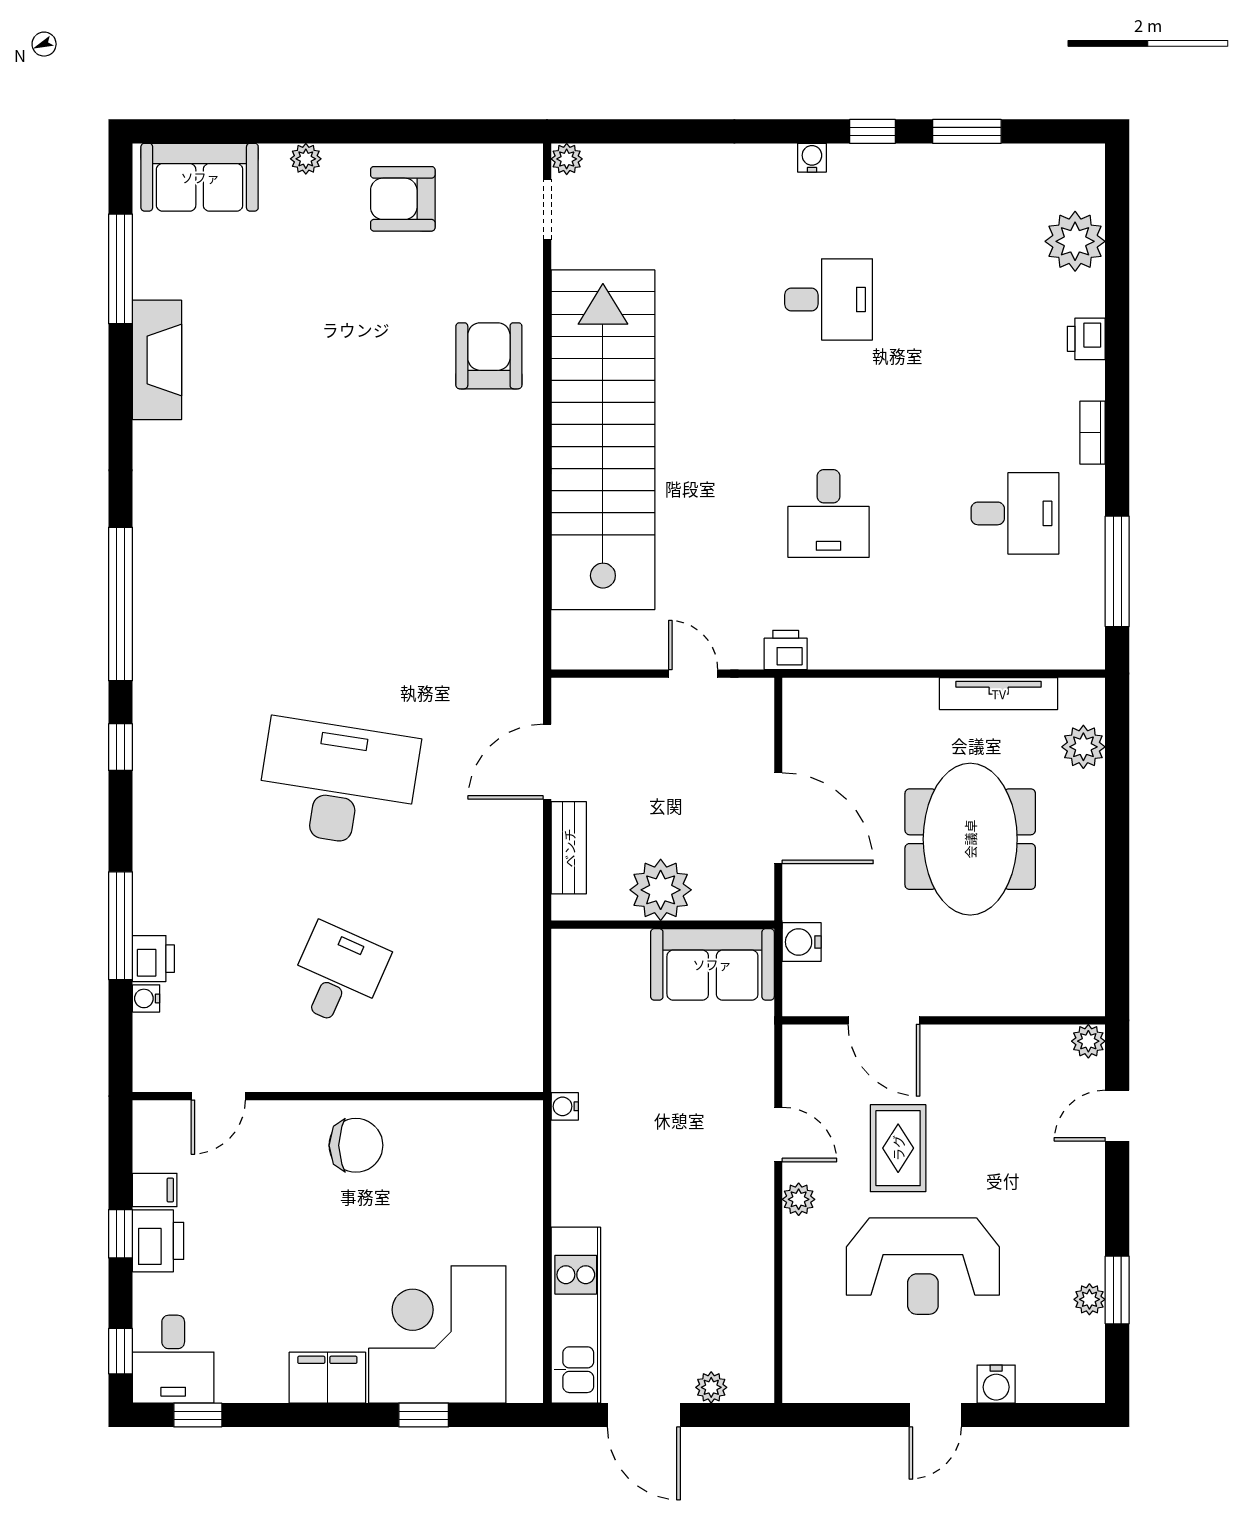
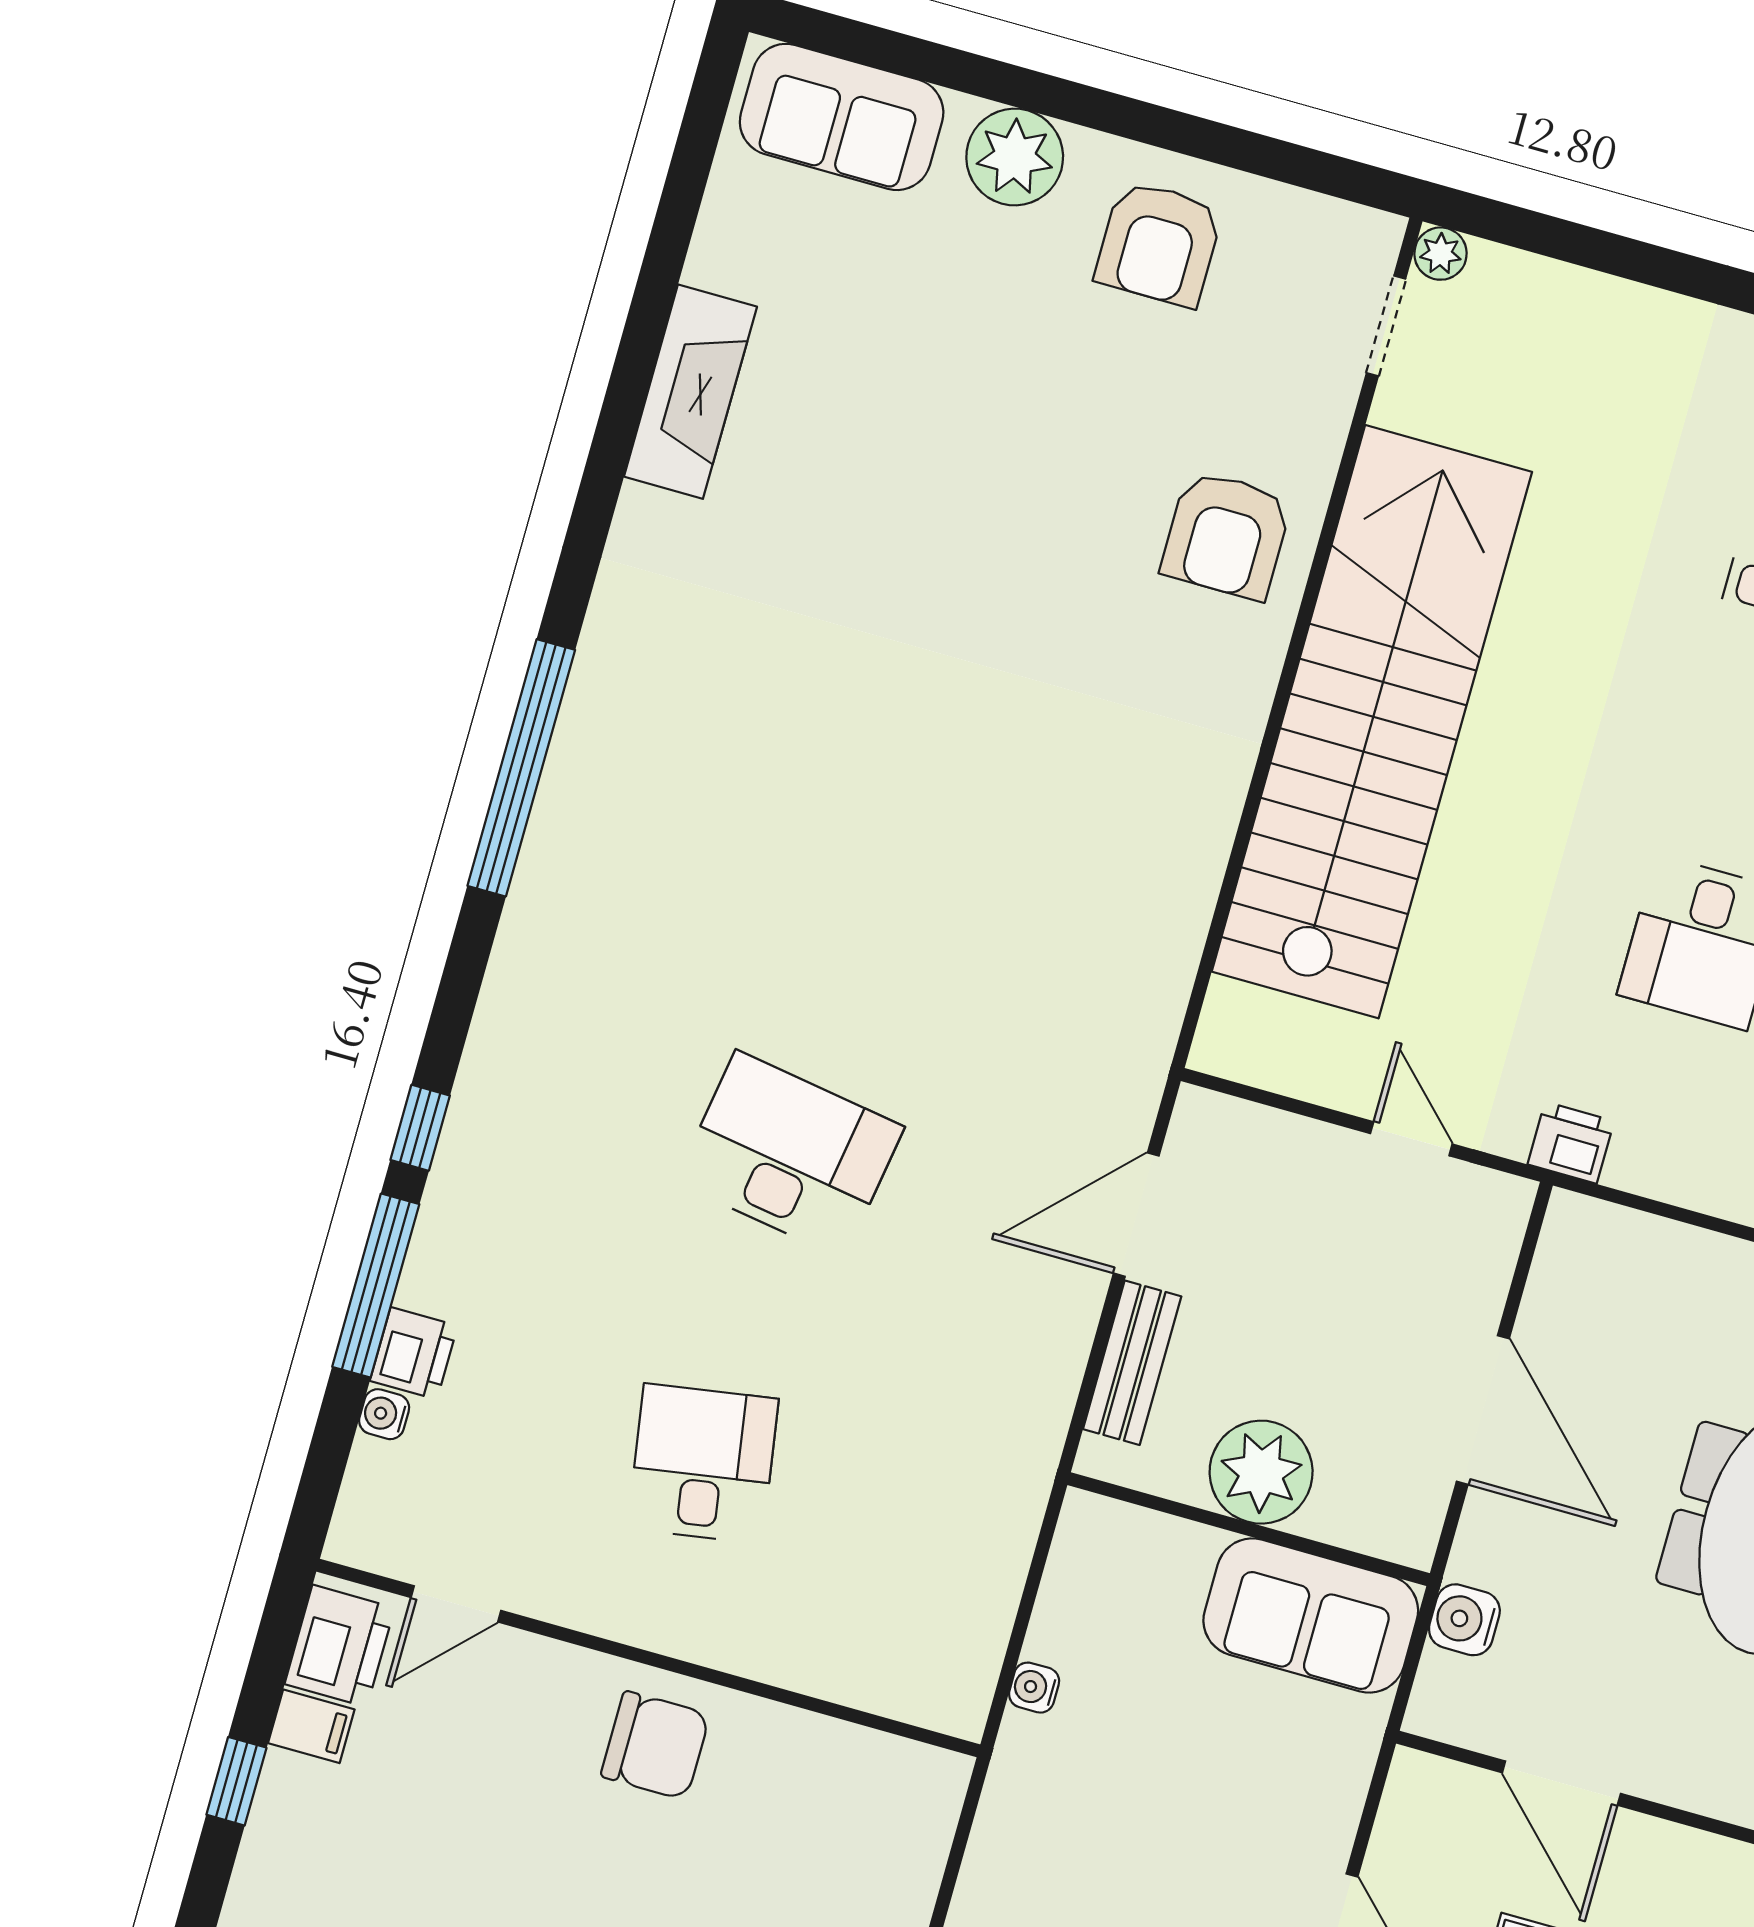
plant: (306, 159) -> (1015, 157), width x1.88, depth x1.88
armchair: (403, 199) -> (1159, 244), turned -90
window: (120, 269) -> (673, 229), removed
armchair: (489, 356) -> (1226, 535), turned 180
window: (120, 747) -> (420, 1128), moved
desk: (338, 783) -> (790, 1154), width x0.73, depth x0.77
desk: (338, 975) -> (703, 1464), turned -33
water cooler: (565, 1106) -> (1034, 1688), moved
printer: (158, 1241) -> (340, 1646), moved

